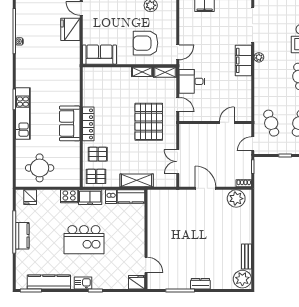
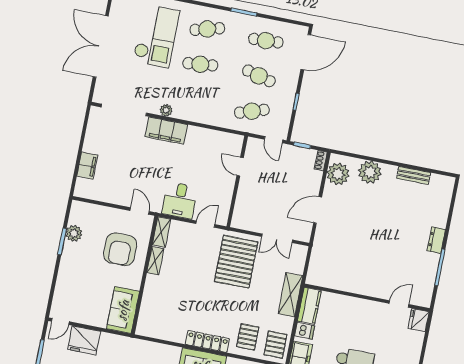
pallet: (149, 122) -> (236, 262), moved, turned 90
plant: (242, 279) -> (370, 172), moved

